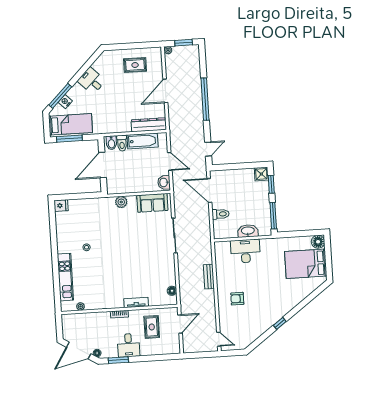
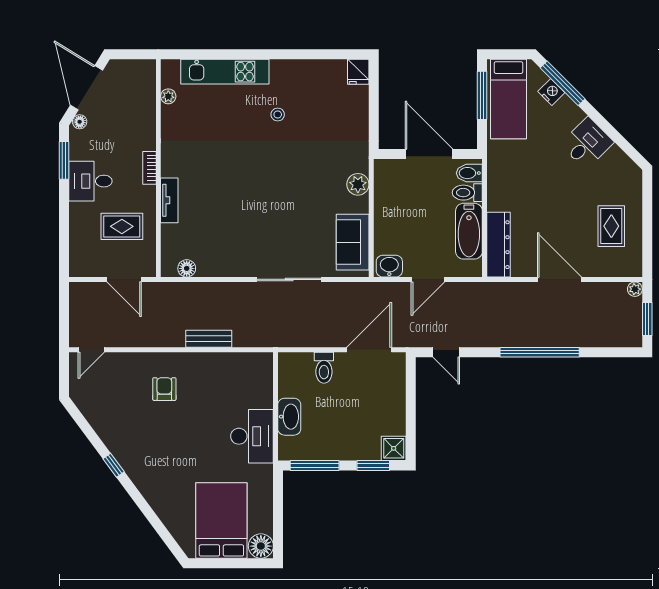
desk: (245, 251) -> (252, 436), moved

